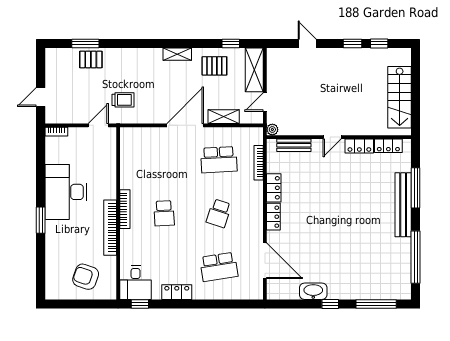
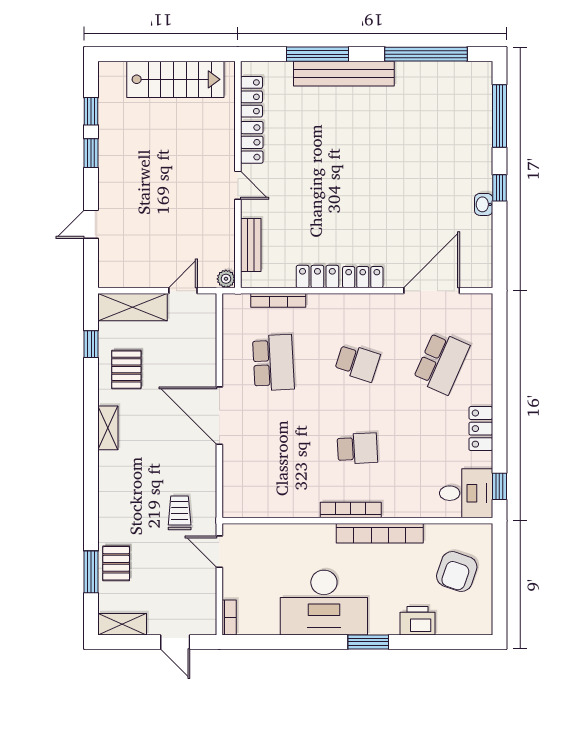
door: (265, 102) -> (183, 291), swing flipped
shelving: (224, 117) -> (122, 624), moved, turned 90
printer: (54, 252) -> (417, 621), added
school desk: (219, 267) -> (441, 363), turned 33
washbasin: (313, 291) -> (484, 204), width x0.52, depth x0.69

